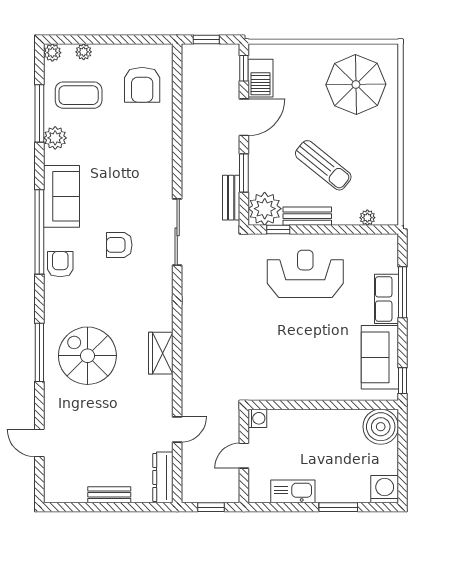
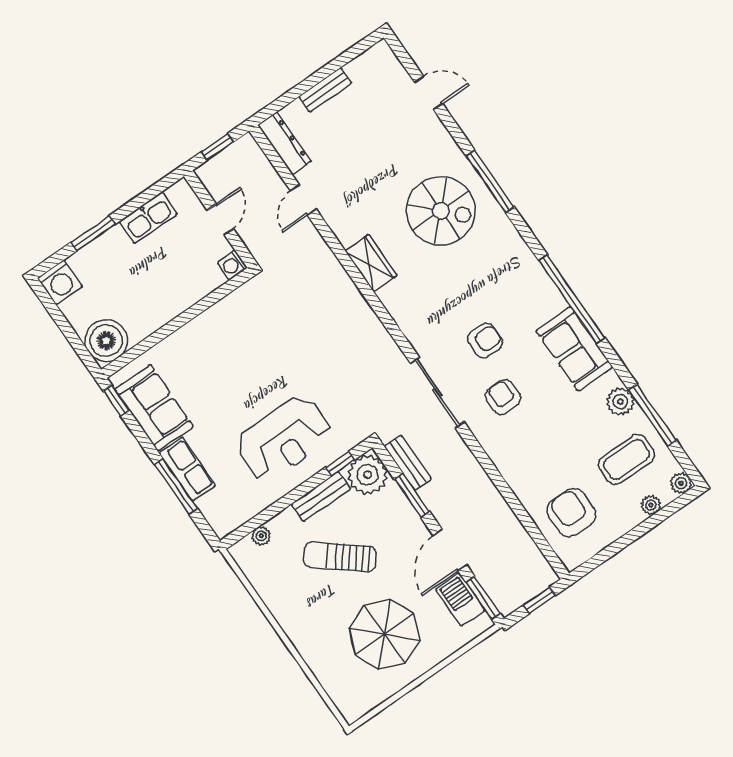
window: (244, 68) -> (483, 598), width x1.50
parasol: (356, 84) -> (385, 634), moved
armchair: (60, 264) -> (503, 397), moved, turned 180

